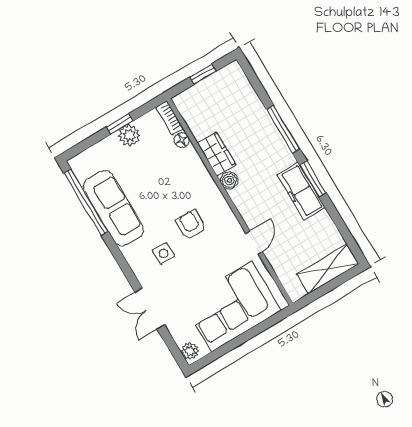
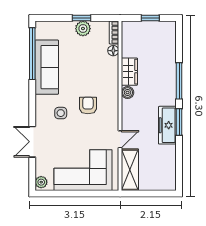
shelving: (328, 269) -> (130, 170), moved, turned 90

